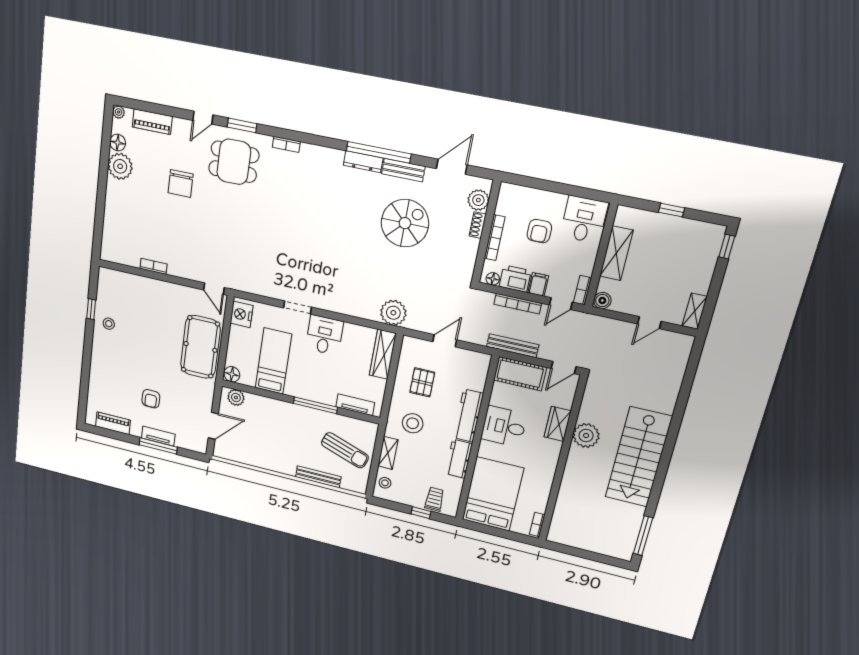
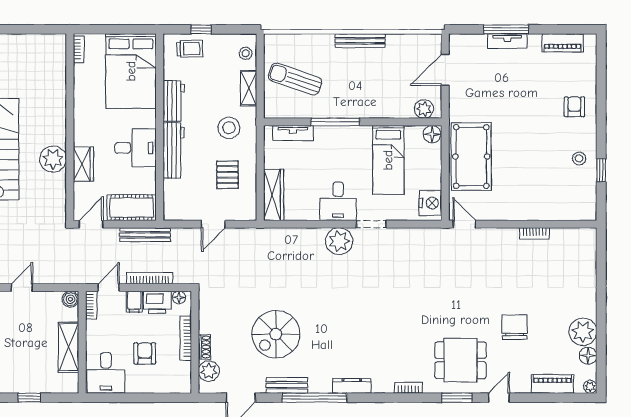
dresser: (363, 162) -> (352, 386), moved
plant: (393, 313) -> (339, 241), moved
armchair: (151, 399) -> (574, 107), moved
bench: (318, 477) -> (360, 41), moved
trolley: (434, 499) -> (190, 49), turned -92

